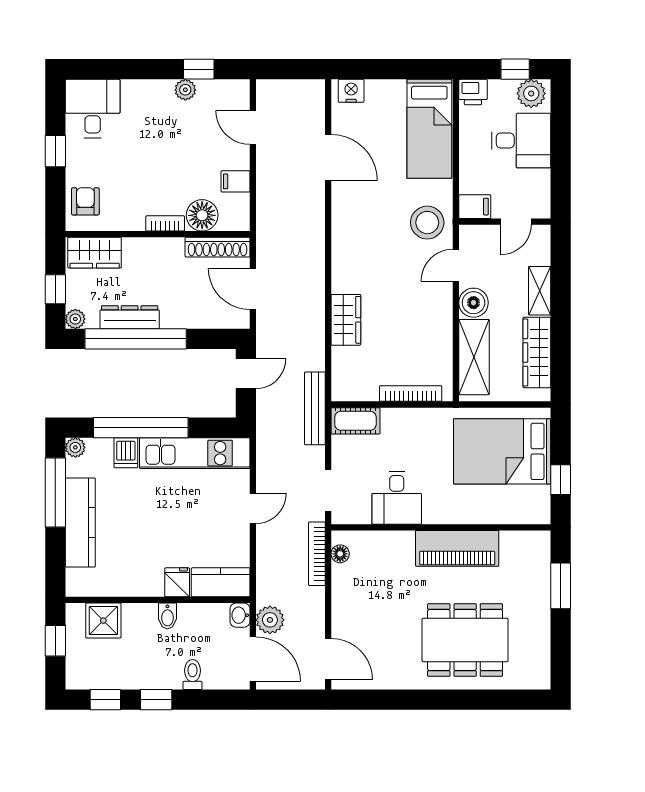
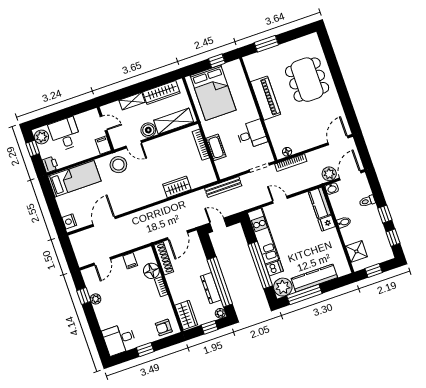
cot: (355, 421) -> (216, 147), moved
plant: (75, 447) -> (283, 287), width x1.88, depth x1.88

